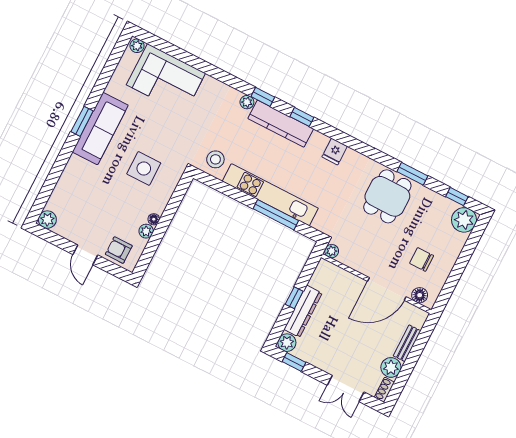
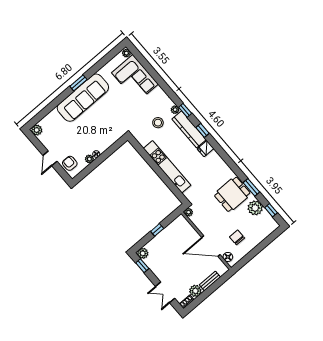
sofa: (100, 129) -> (83, 98), width x1.36, depth x1.27
fridge: (335, 152) -> (206, 149), moved
stool: (215, 159) -> (158, 123), moved
side table: (144, 168) -> (102, 123), removed
window: (276, 215) -> (166, 179), removed
plant: (464, 220) -> (255, 208), moved
dresser: (303, 311) -> (159, 239), removed

